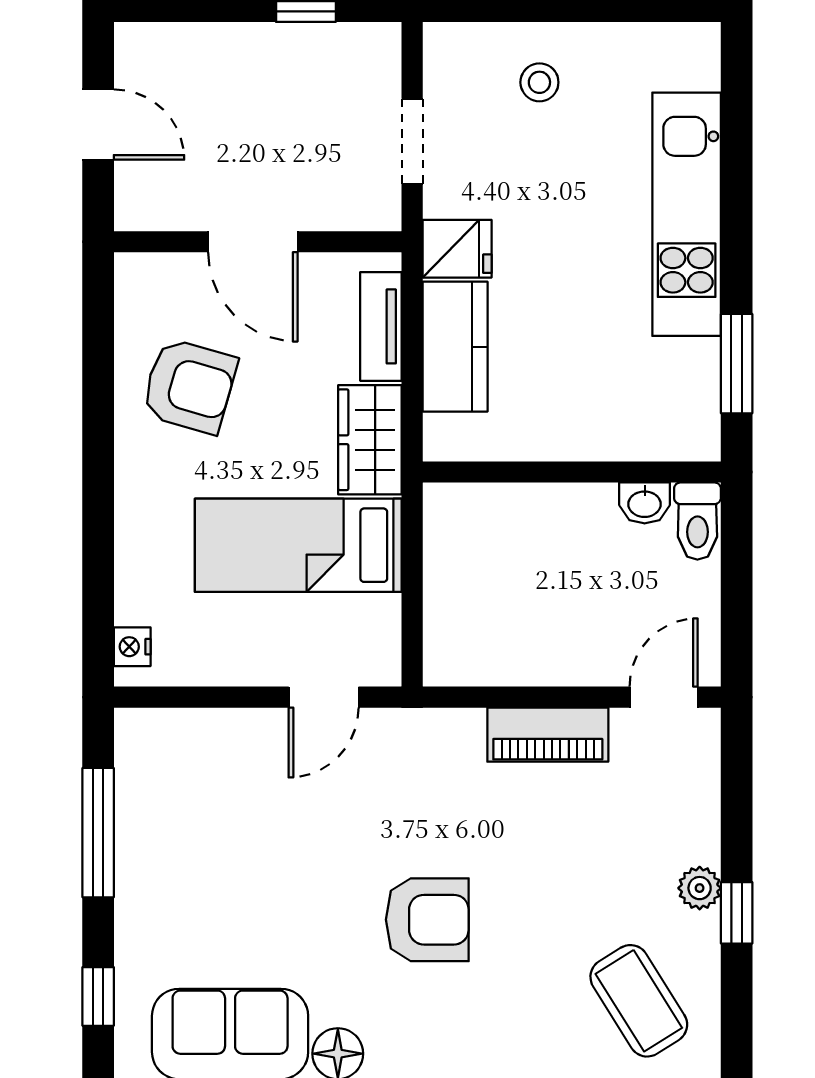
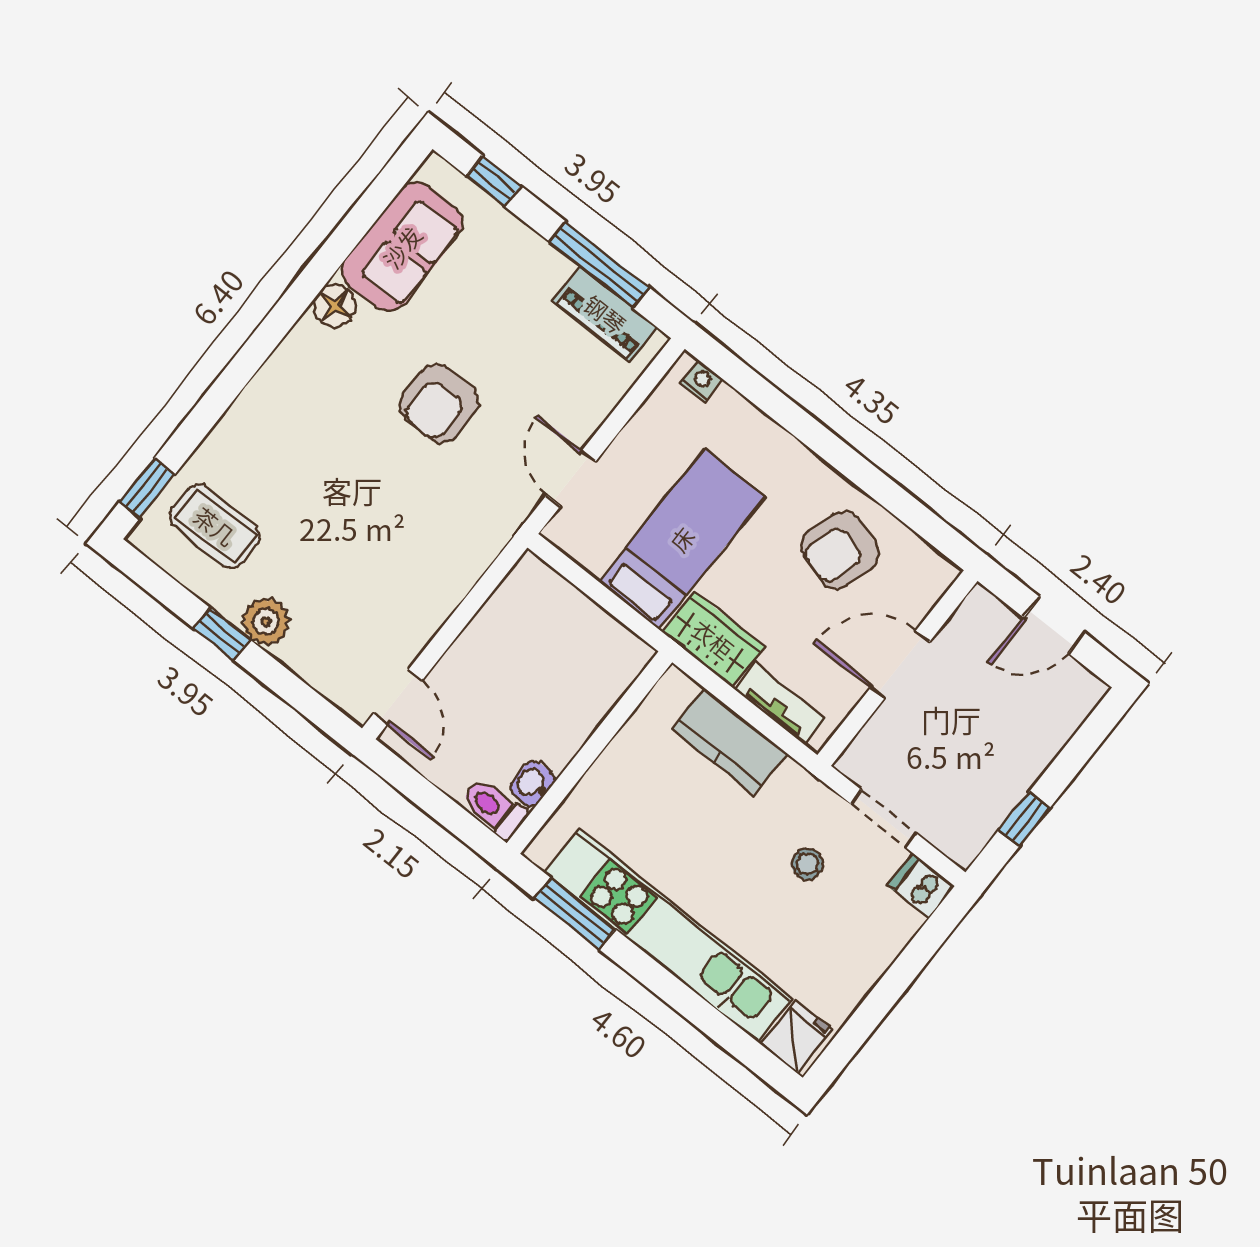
dishwasher: (448, 54) -> (921, 886), added
stool: (539, 82) -> (807, 864), moved
kitchen unit: (687, 214) -> (668, 935), width x1.36
fridge: (457, 249) -> (796, 1037), moved, turned 180
piano: (548, 735) -> (605, 314), moved, turned -90
plant: (700, 888) -> (266, 622), width x1.38, depth x1.38
armchair: (427, 920) -> (439, 404), moved
coffee table: (639, 1001) -> (215, 526), turned 32

